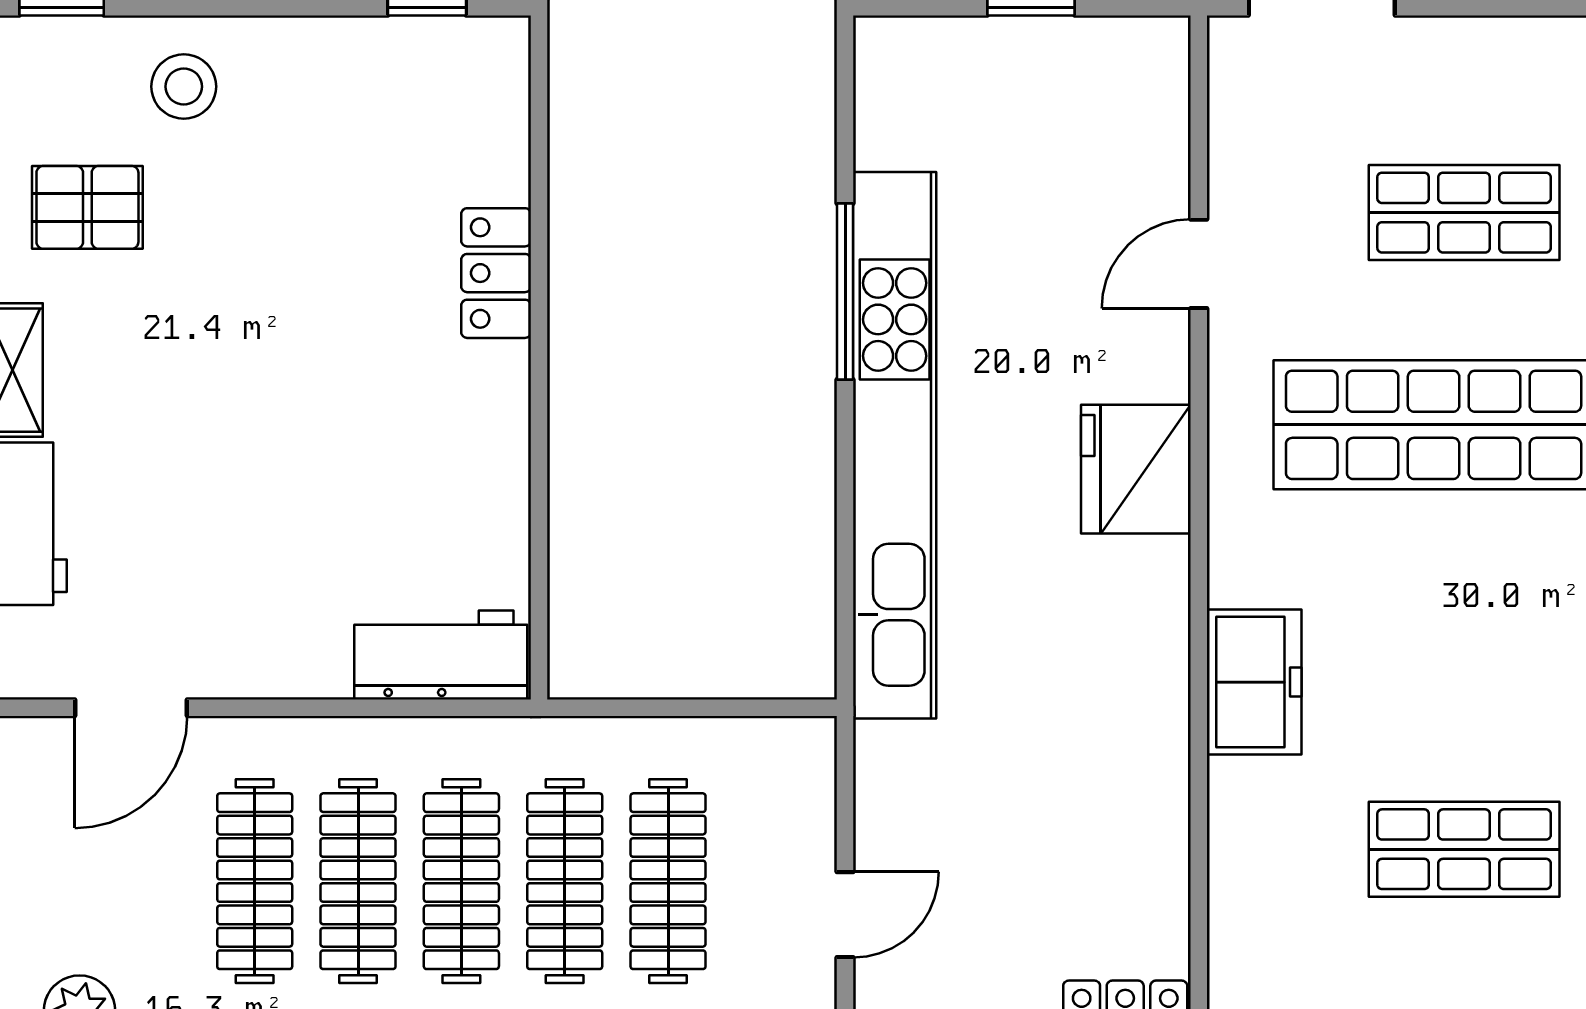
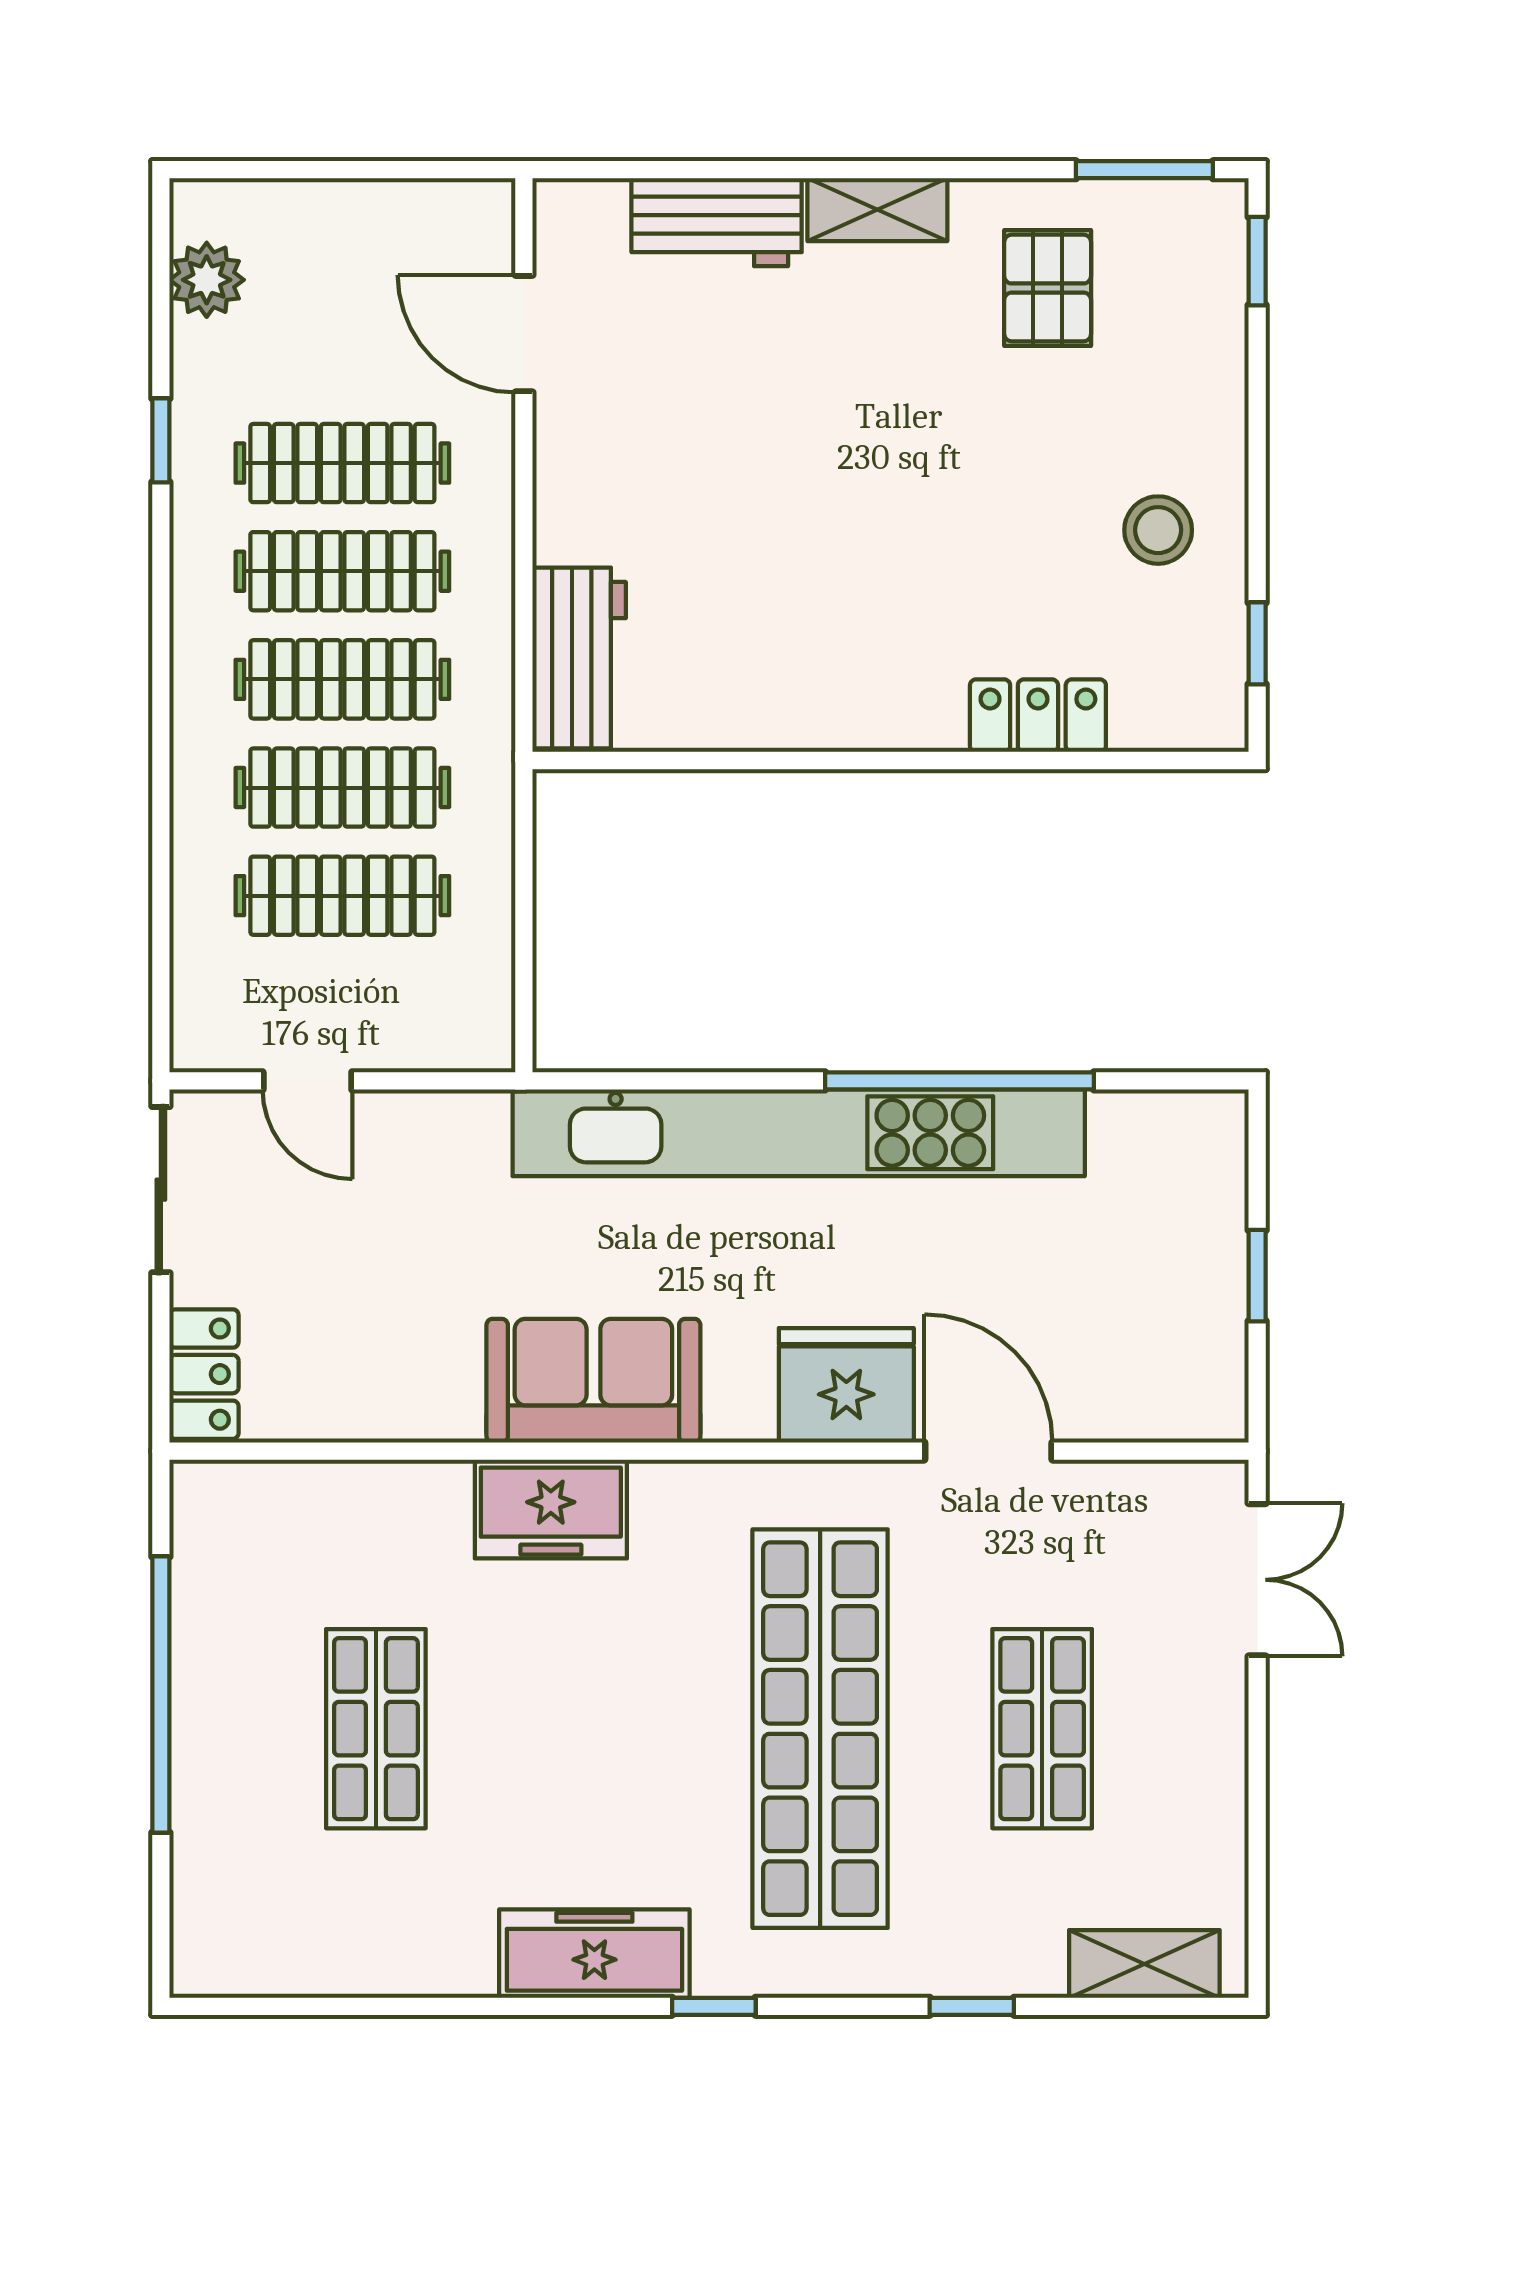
stool: (184, 87) -> (1158, 530), moved
door: (1199, 264) -> (988, 1451), width x1.38
locker: (496, 273) -> (1038, 716), moved
window: (845, 292) -> (959, 1081), width x1.46
fridge: (1136, 469) -> (846, 1385), moved
sofa: (1131, 641) -> (593, 1381), added

